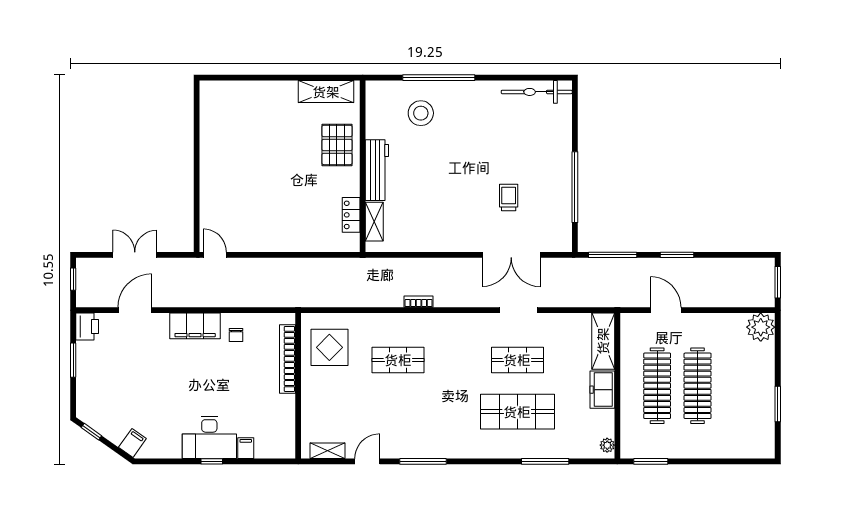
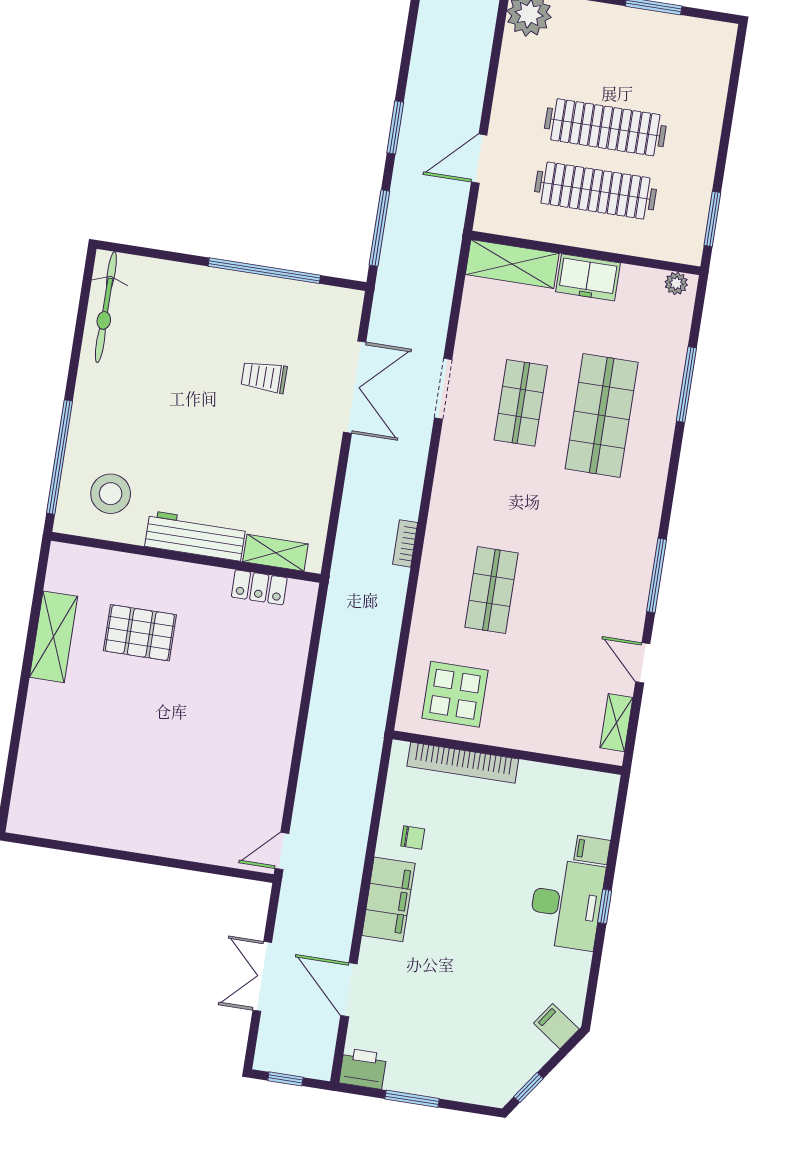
wall: (363, 166) -> (186, 557), moved
workbench: (377, 170) -> (195, 536), moved
locker: (351, 215) -> (259, 587), moved
shelving: (374, 222) -> (275, 553), moved

